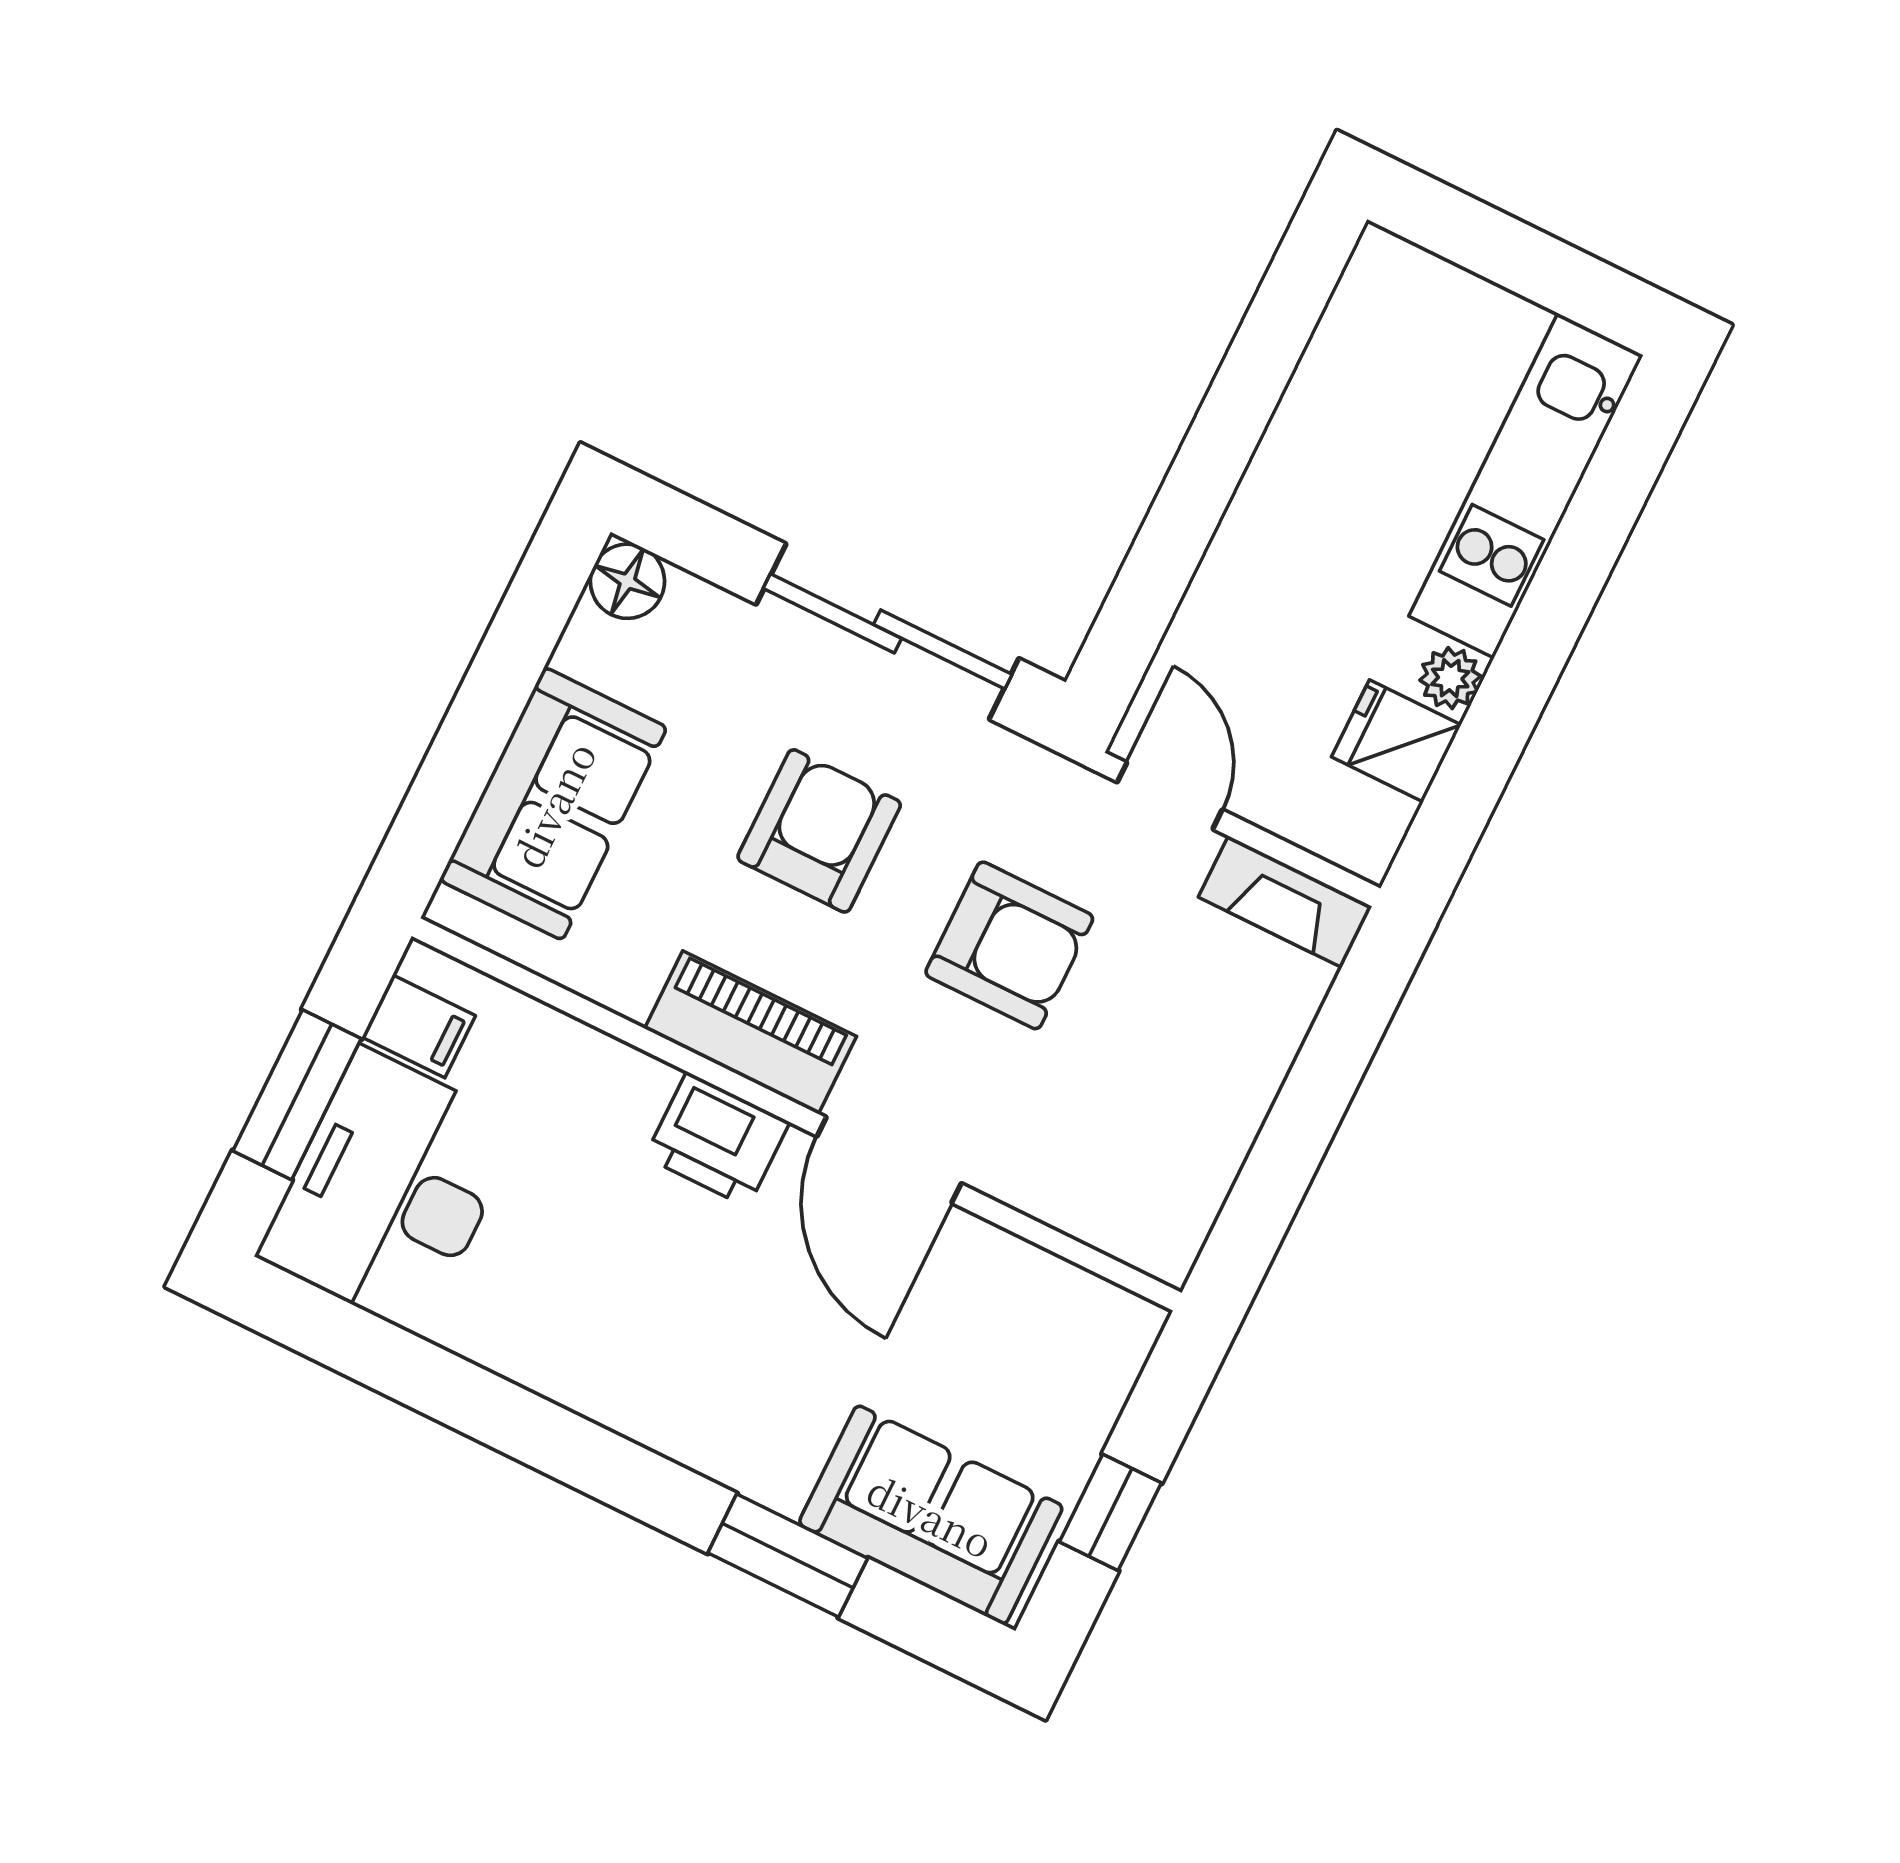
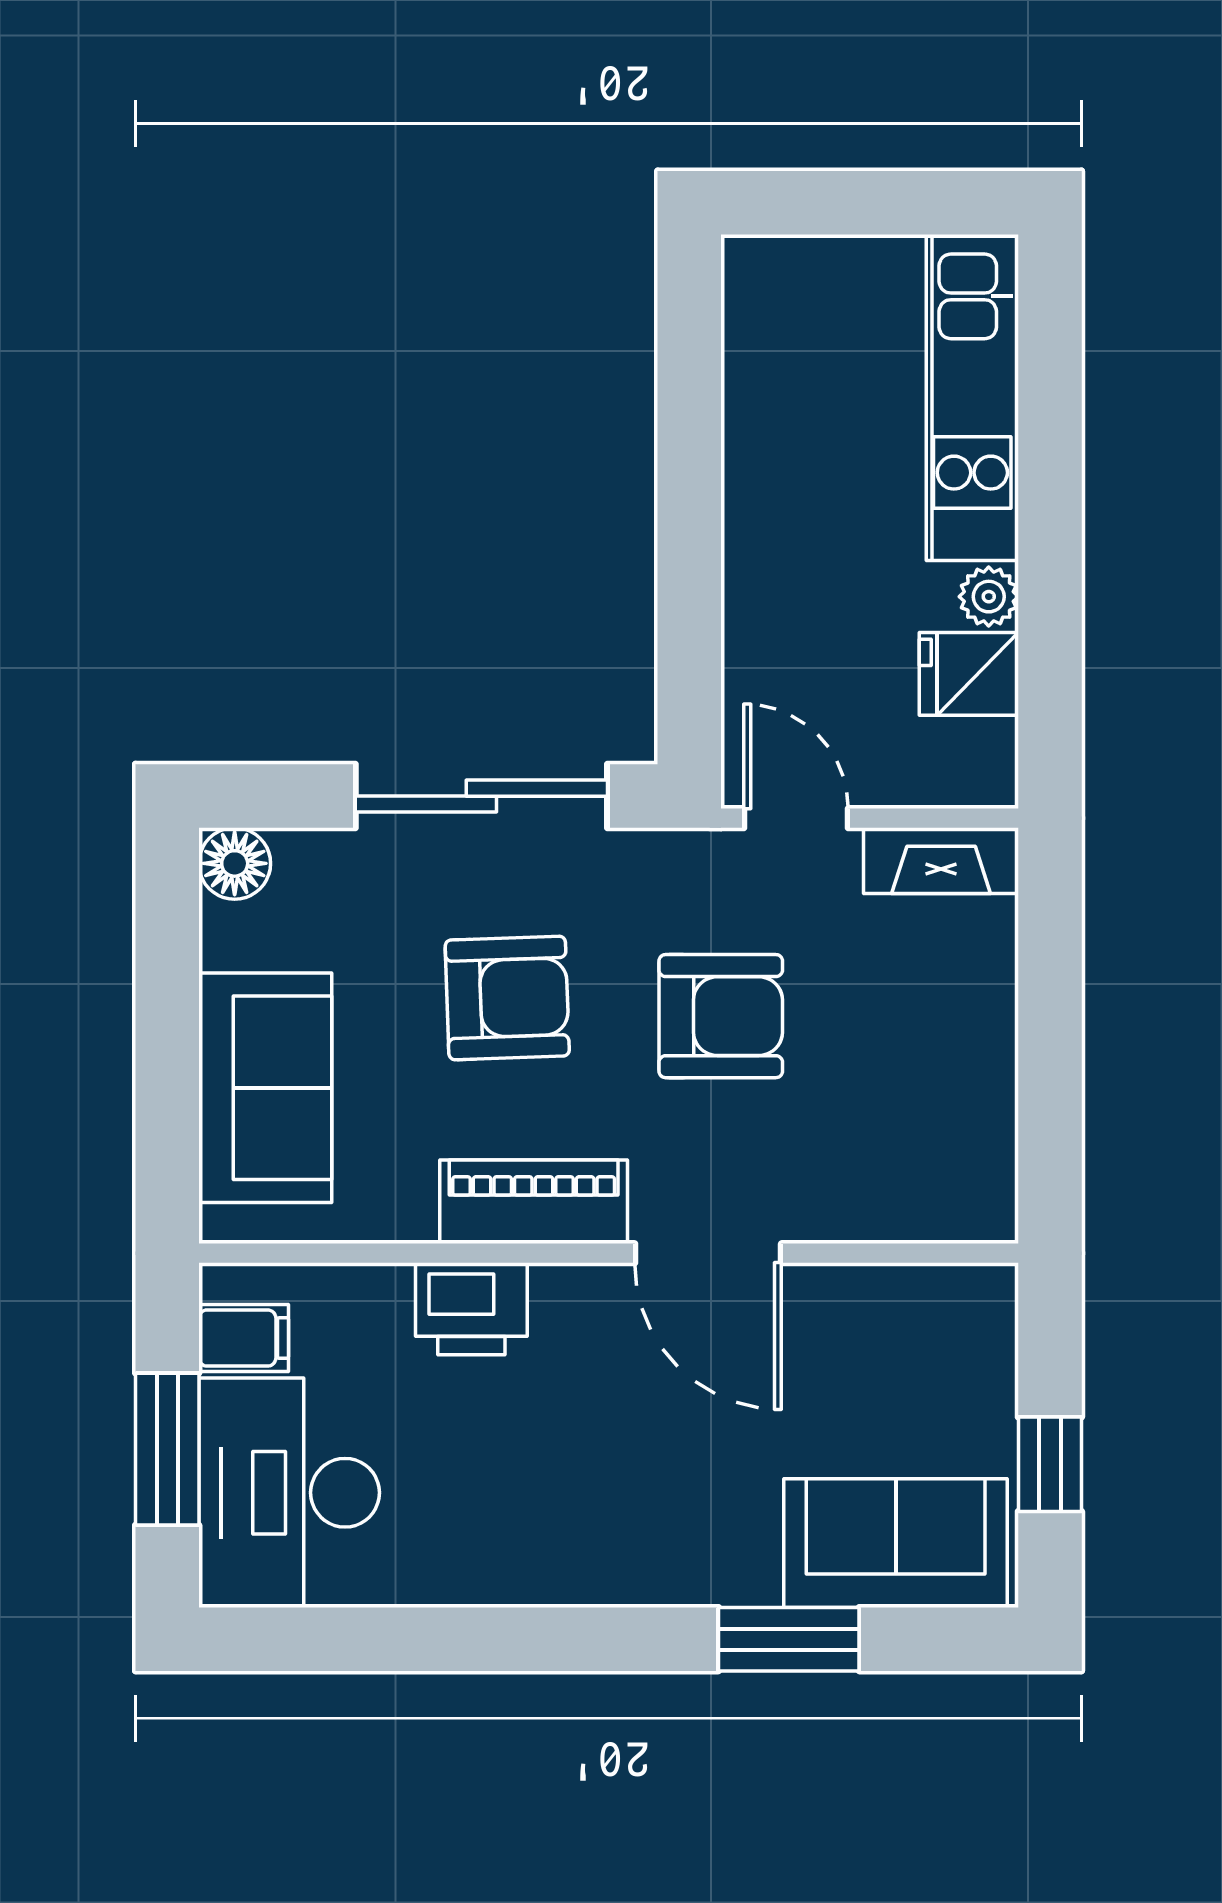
armchair: (819, 831) -> (507, 998), turned 88
printer: (717, 1139) -> (471, 1309), moved

